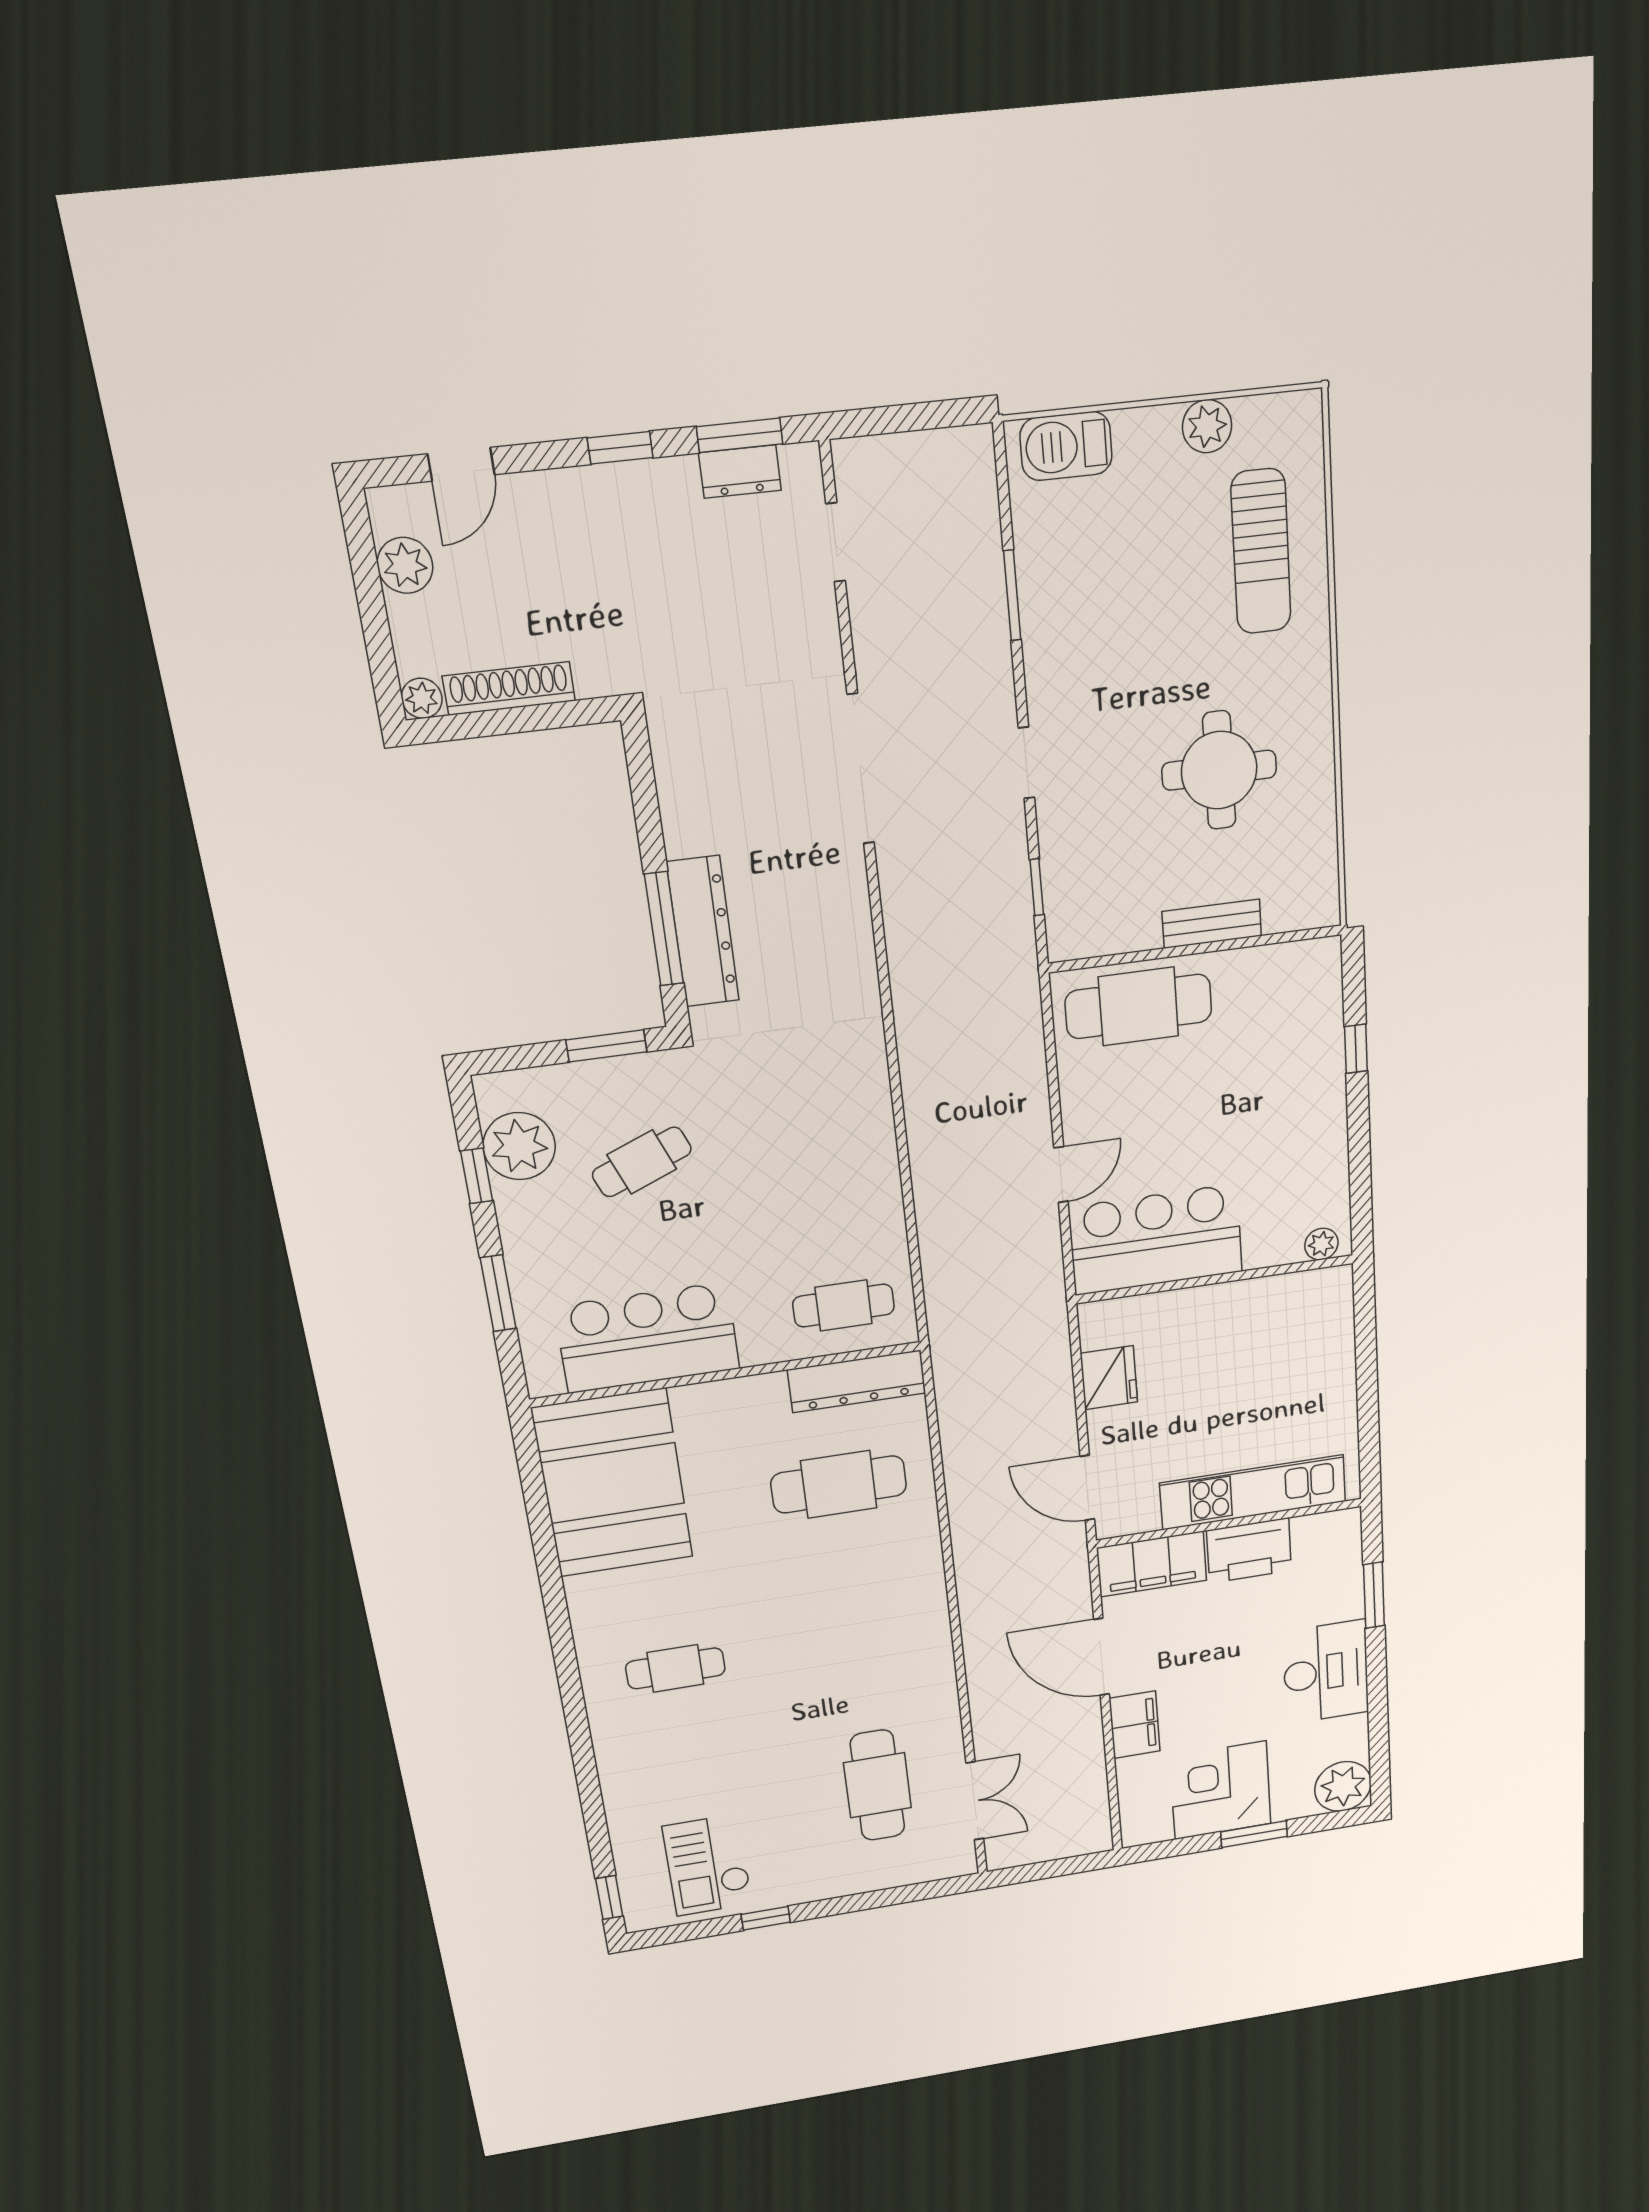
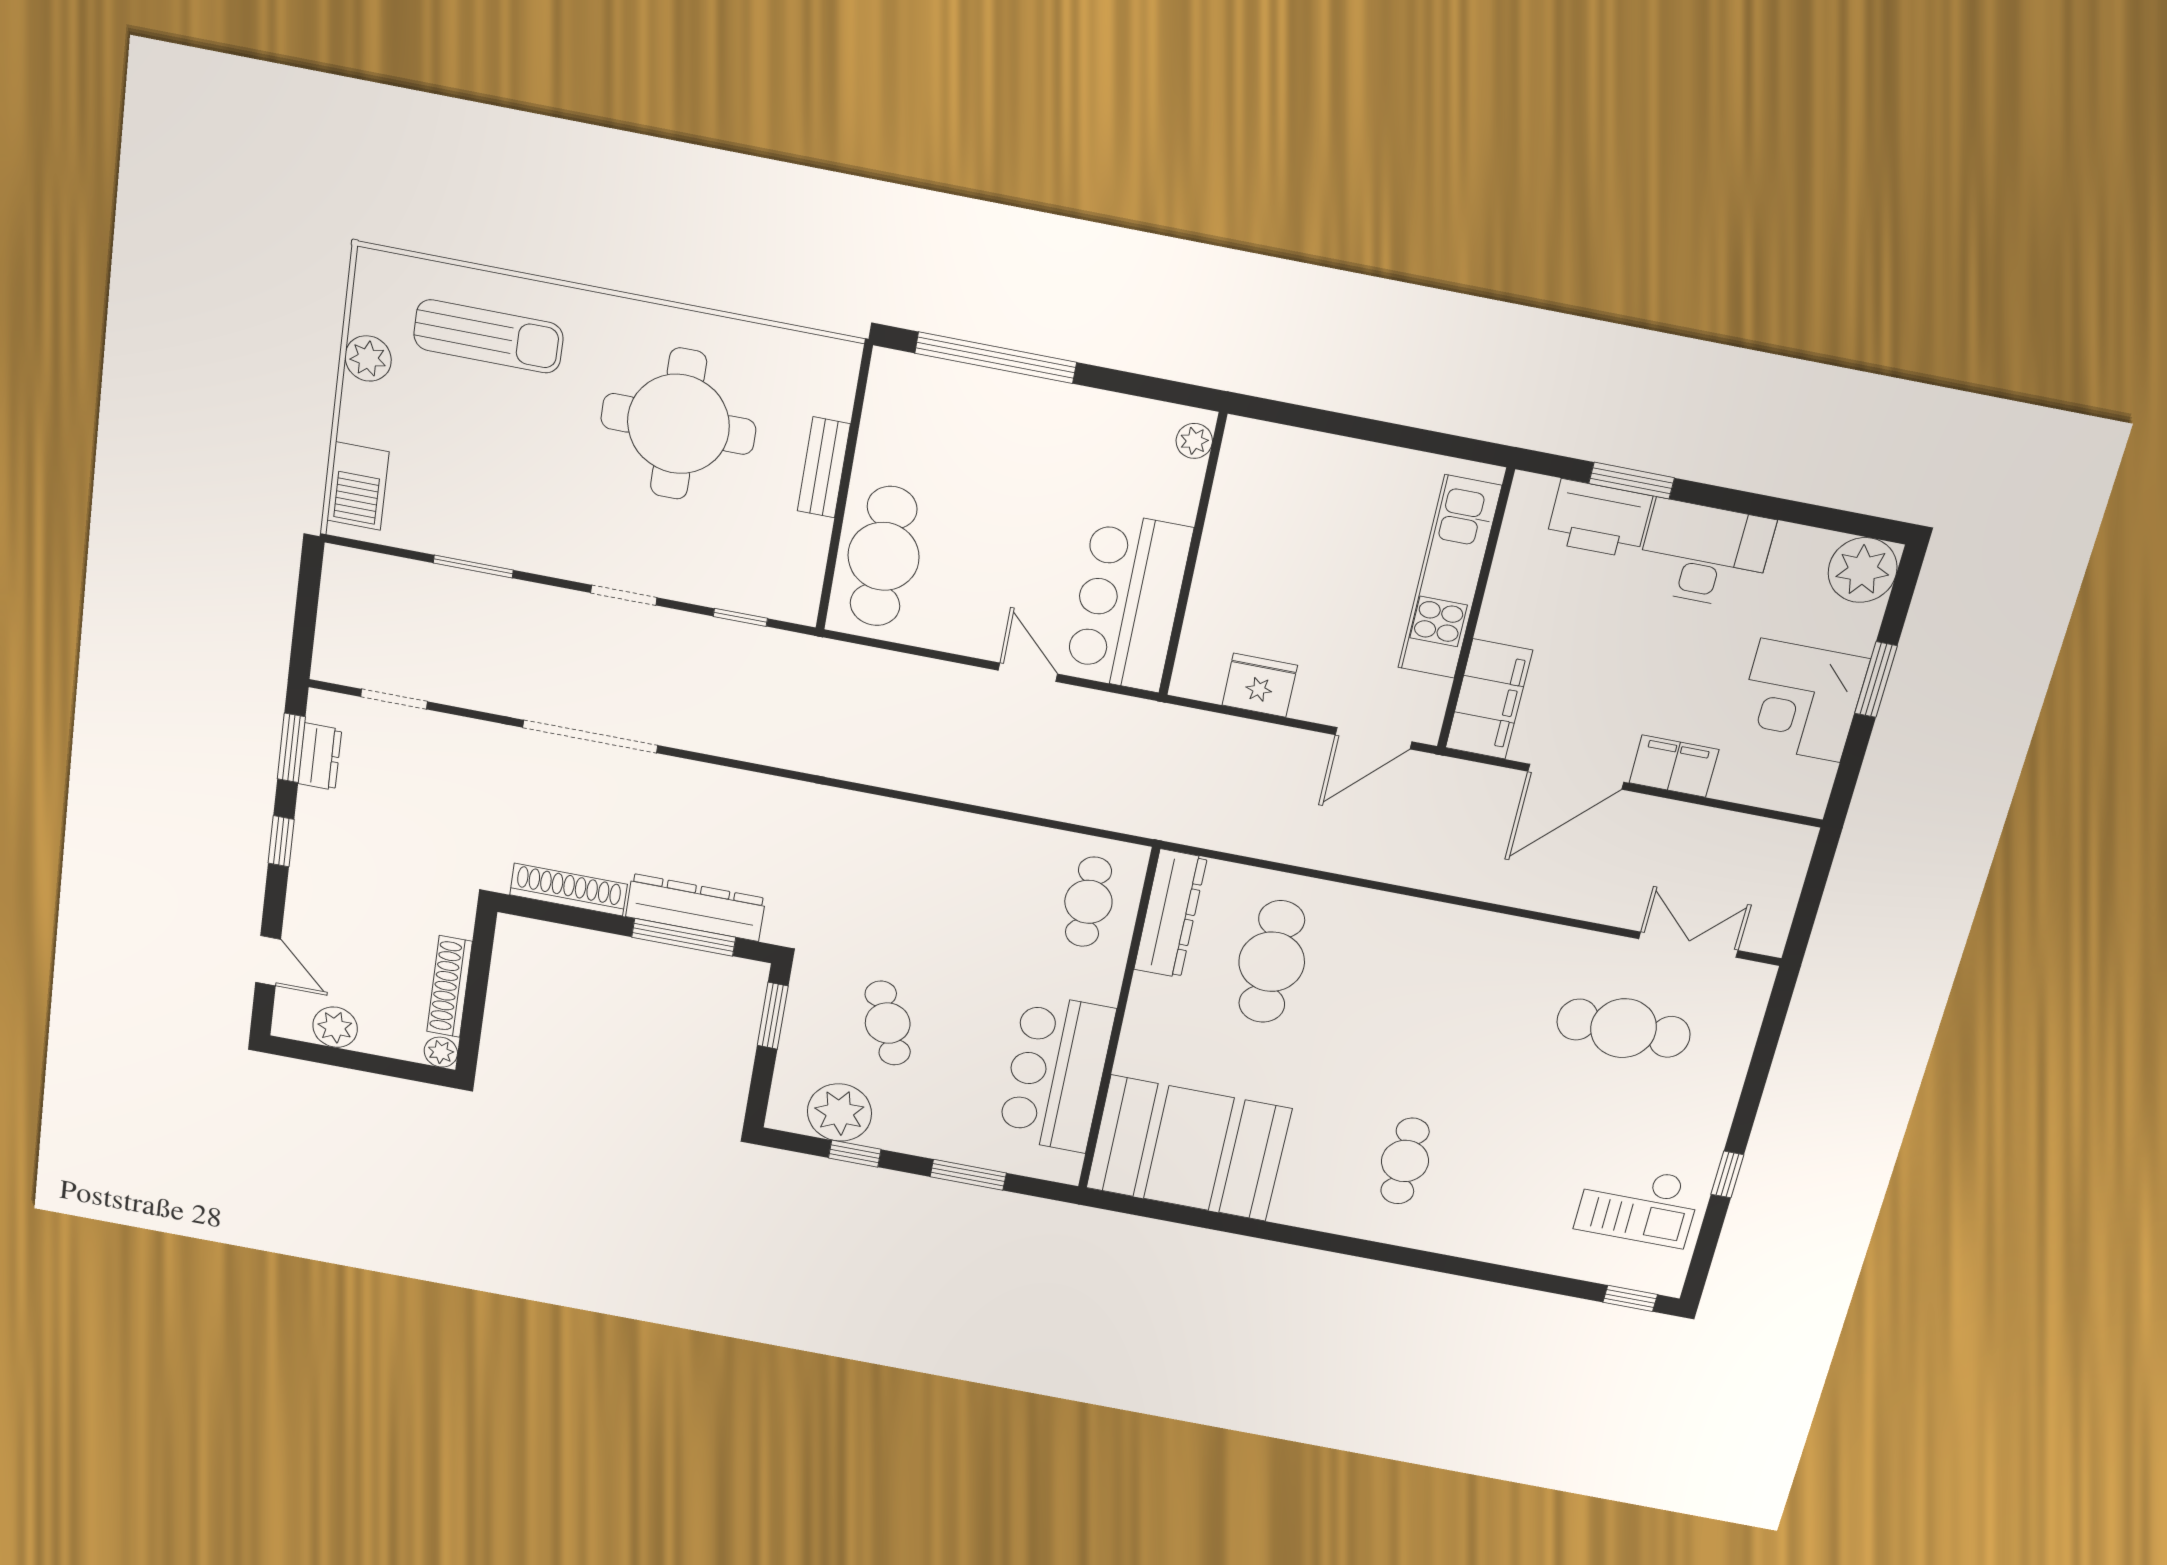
round table: (1219, 770) -> (678, 424), width x1.36, depth x1.36
shoe rack: (676, 792) -> (568, 890), added
window: (1356, 1049) -> (996, 358), width x3.17
printer: (1249, 1551) -> (1599, 519), moved, turned 90

